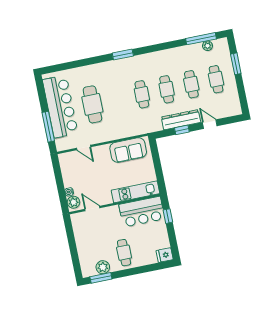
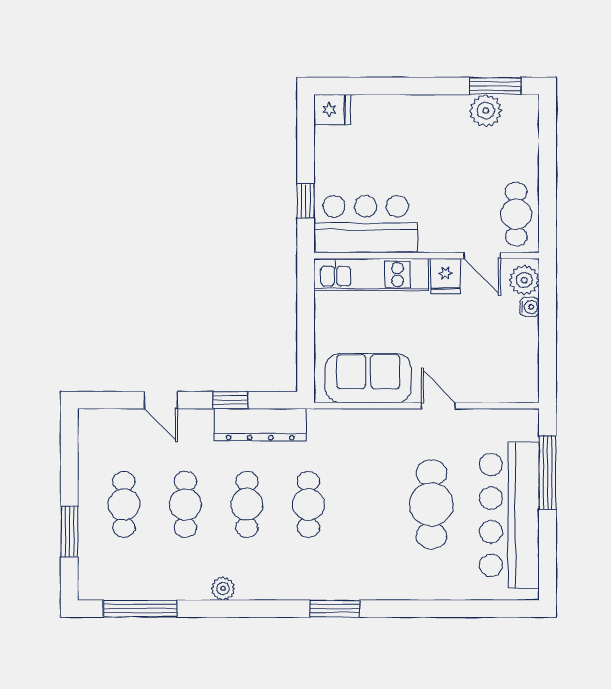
plant: (207, 46) -> (223, 588), moved
dresser: (181, 120) -> (260, 425), moved
door: (84, 148) -> (438, 406), moved
fridge: (105, 197) -> (445, 276), added
cafe table: (124, 253) -> (516, 214), moved

